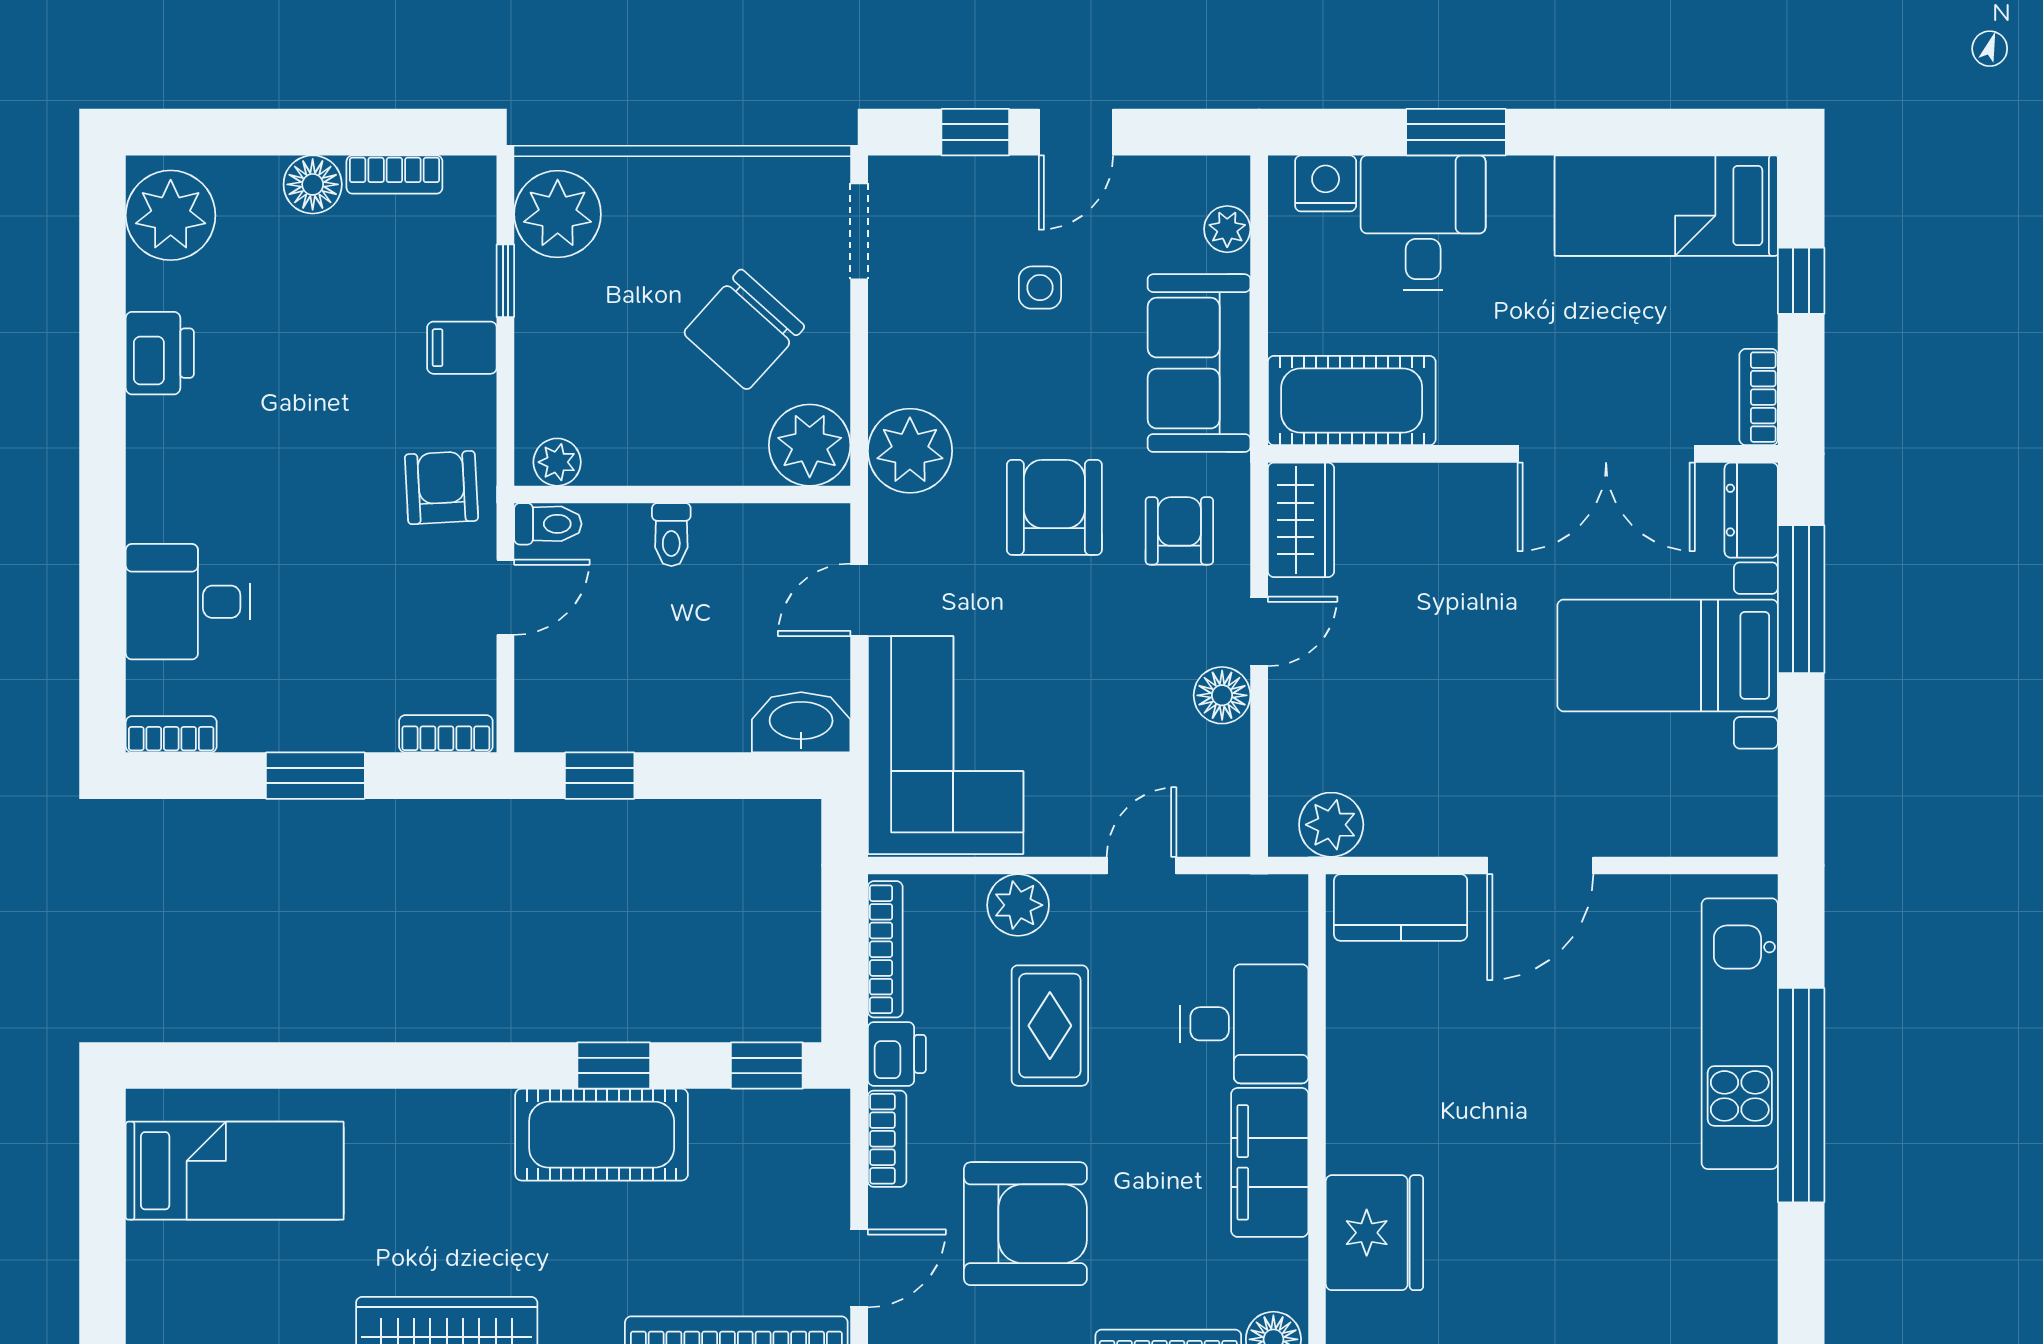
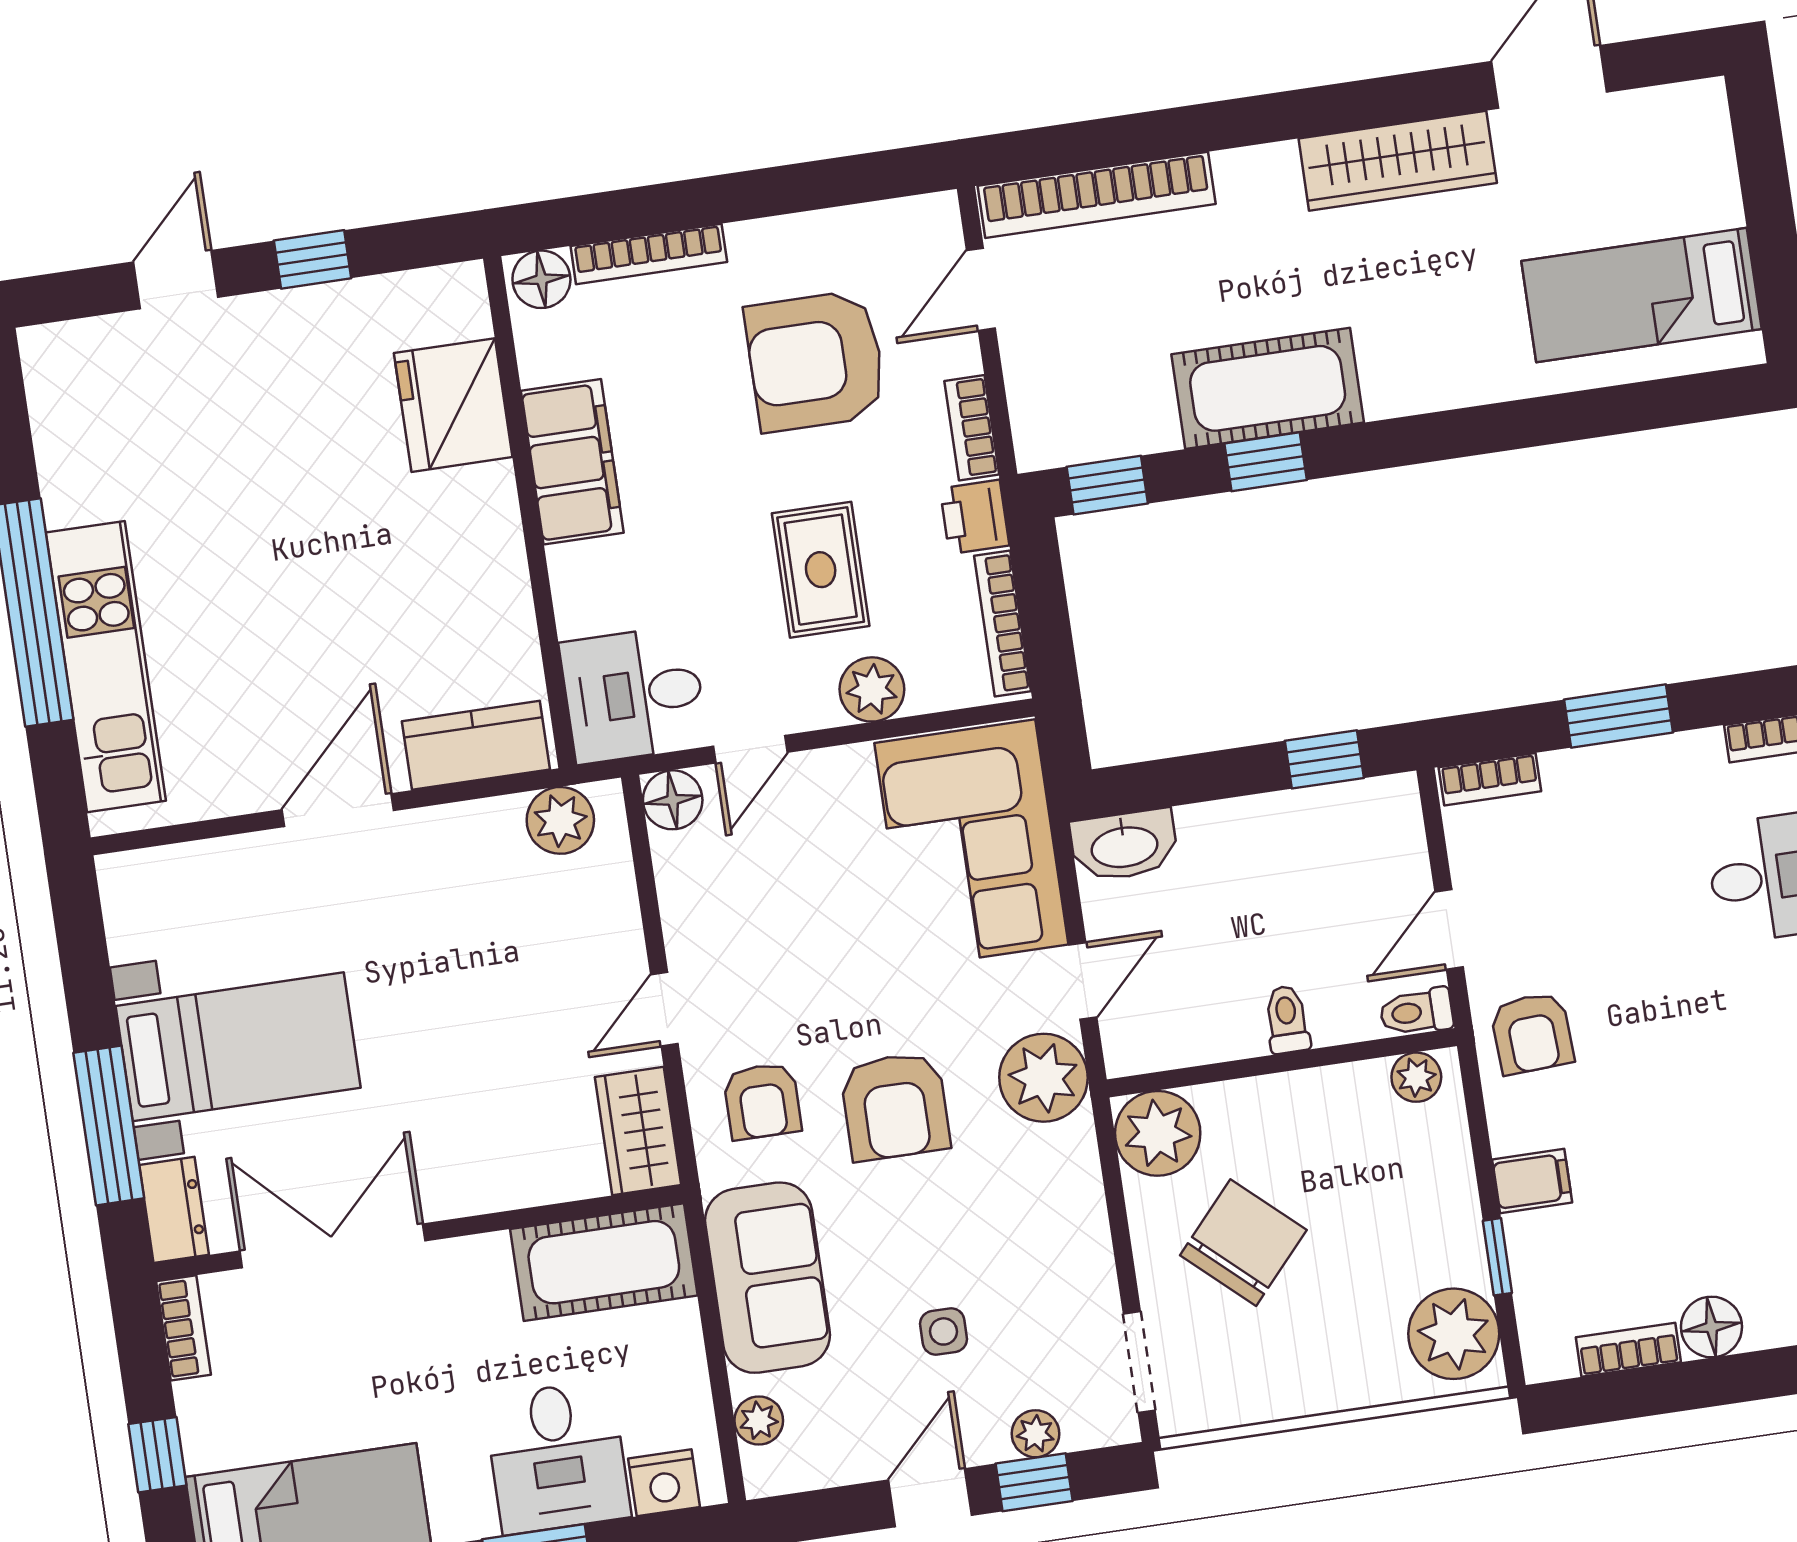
plant: (967, 178) -> (1035, 1434), added
plant: (910, 451) -> (1043, 1078), moved
floor lamp: (1222, 695) -> (673, 800), moved
desk: (1244, 1024) -> (634, 694), moved

